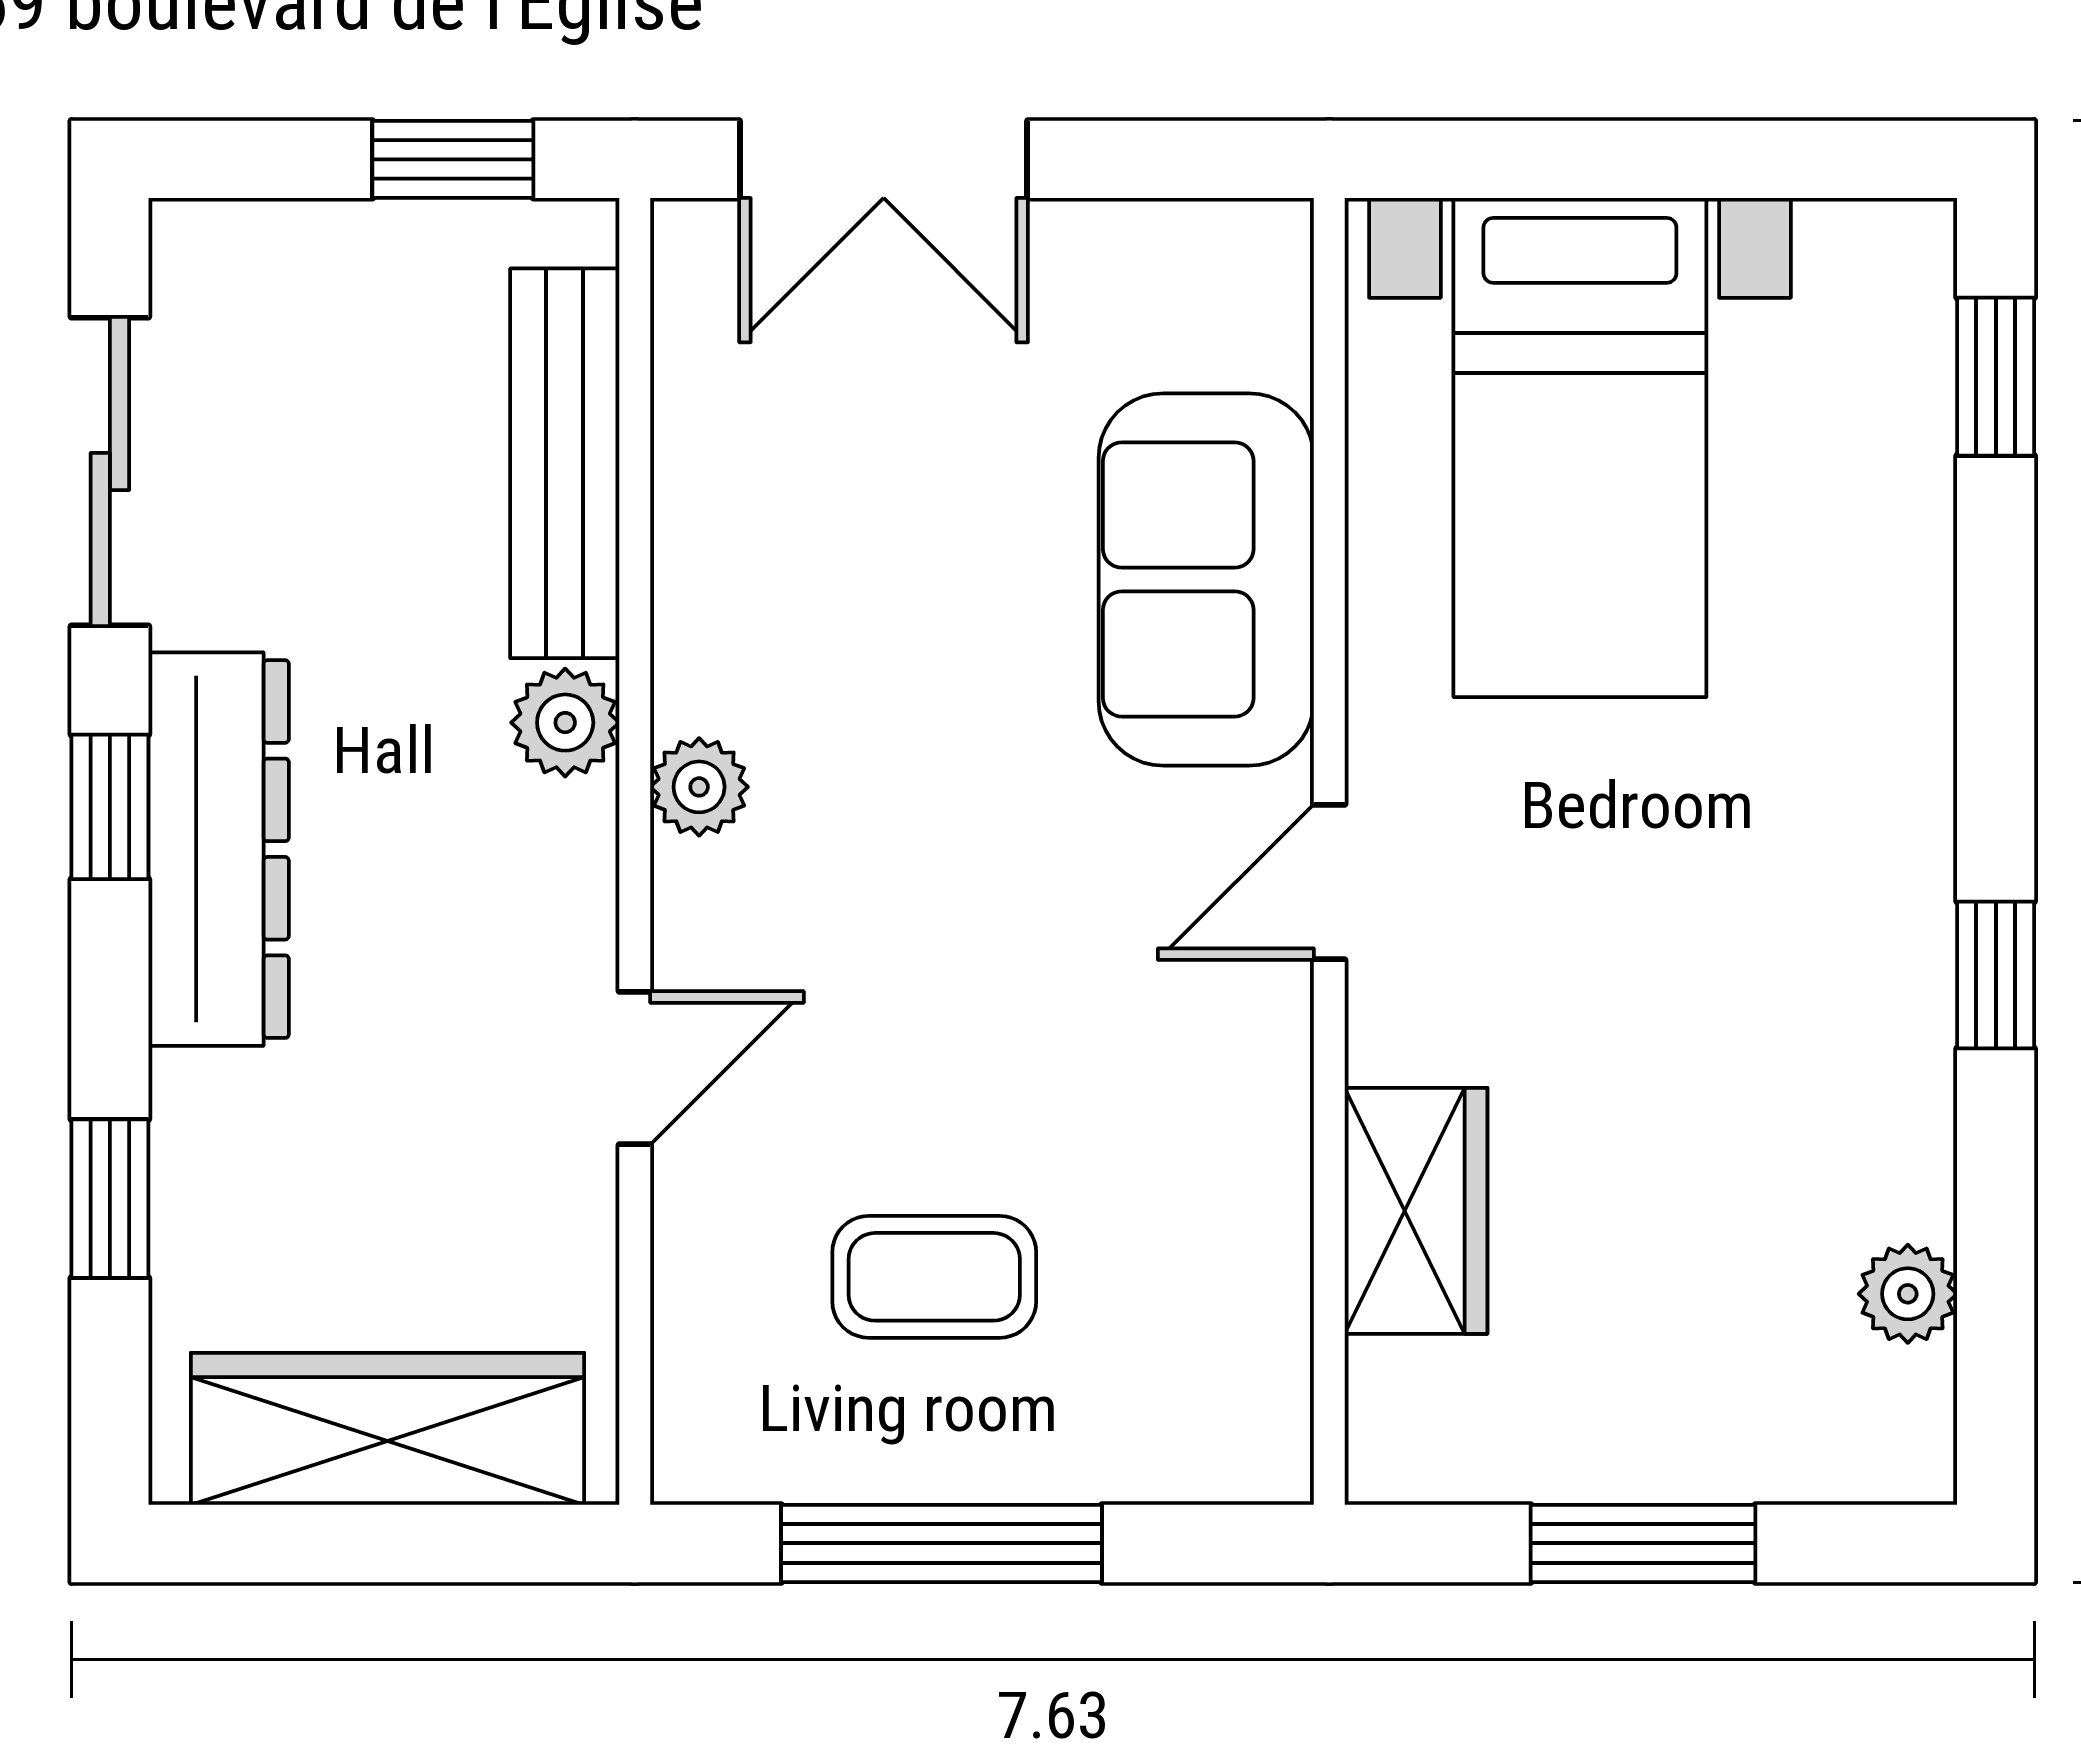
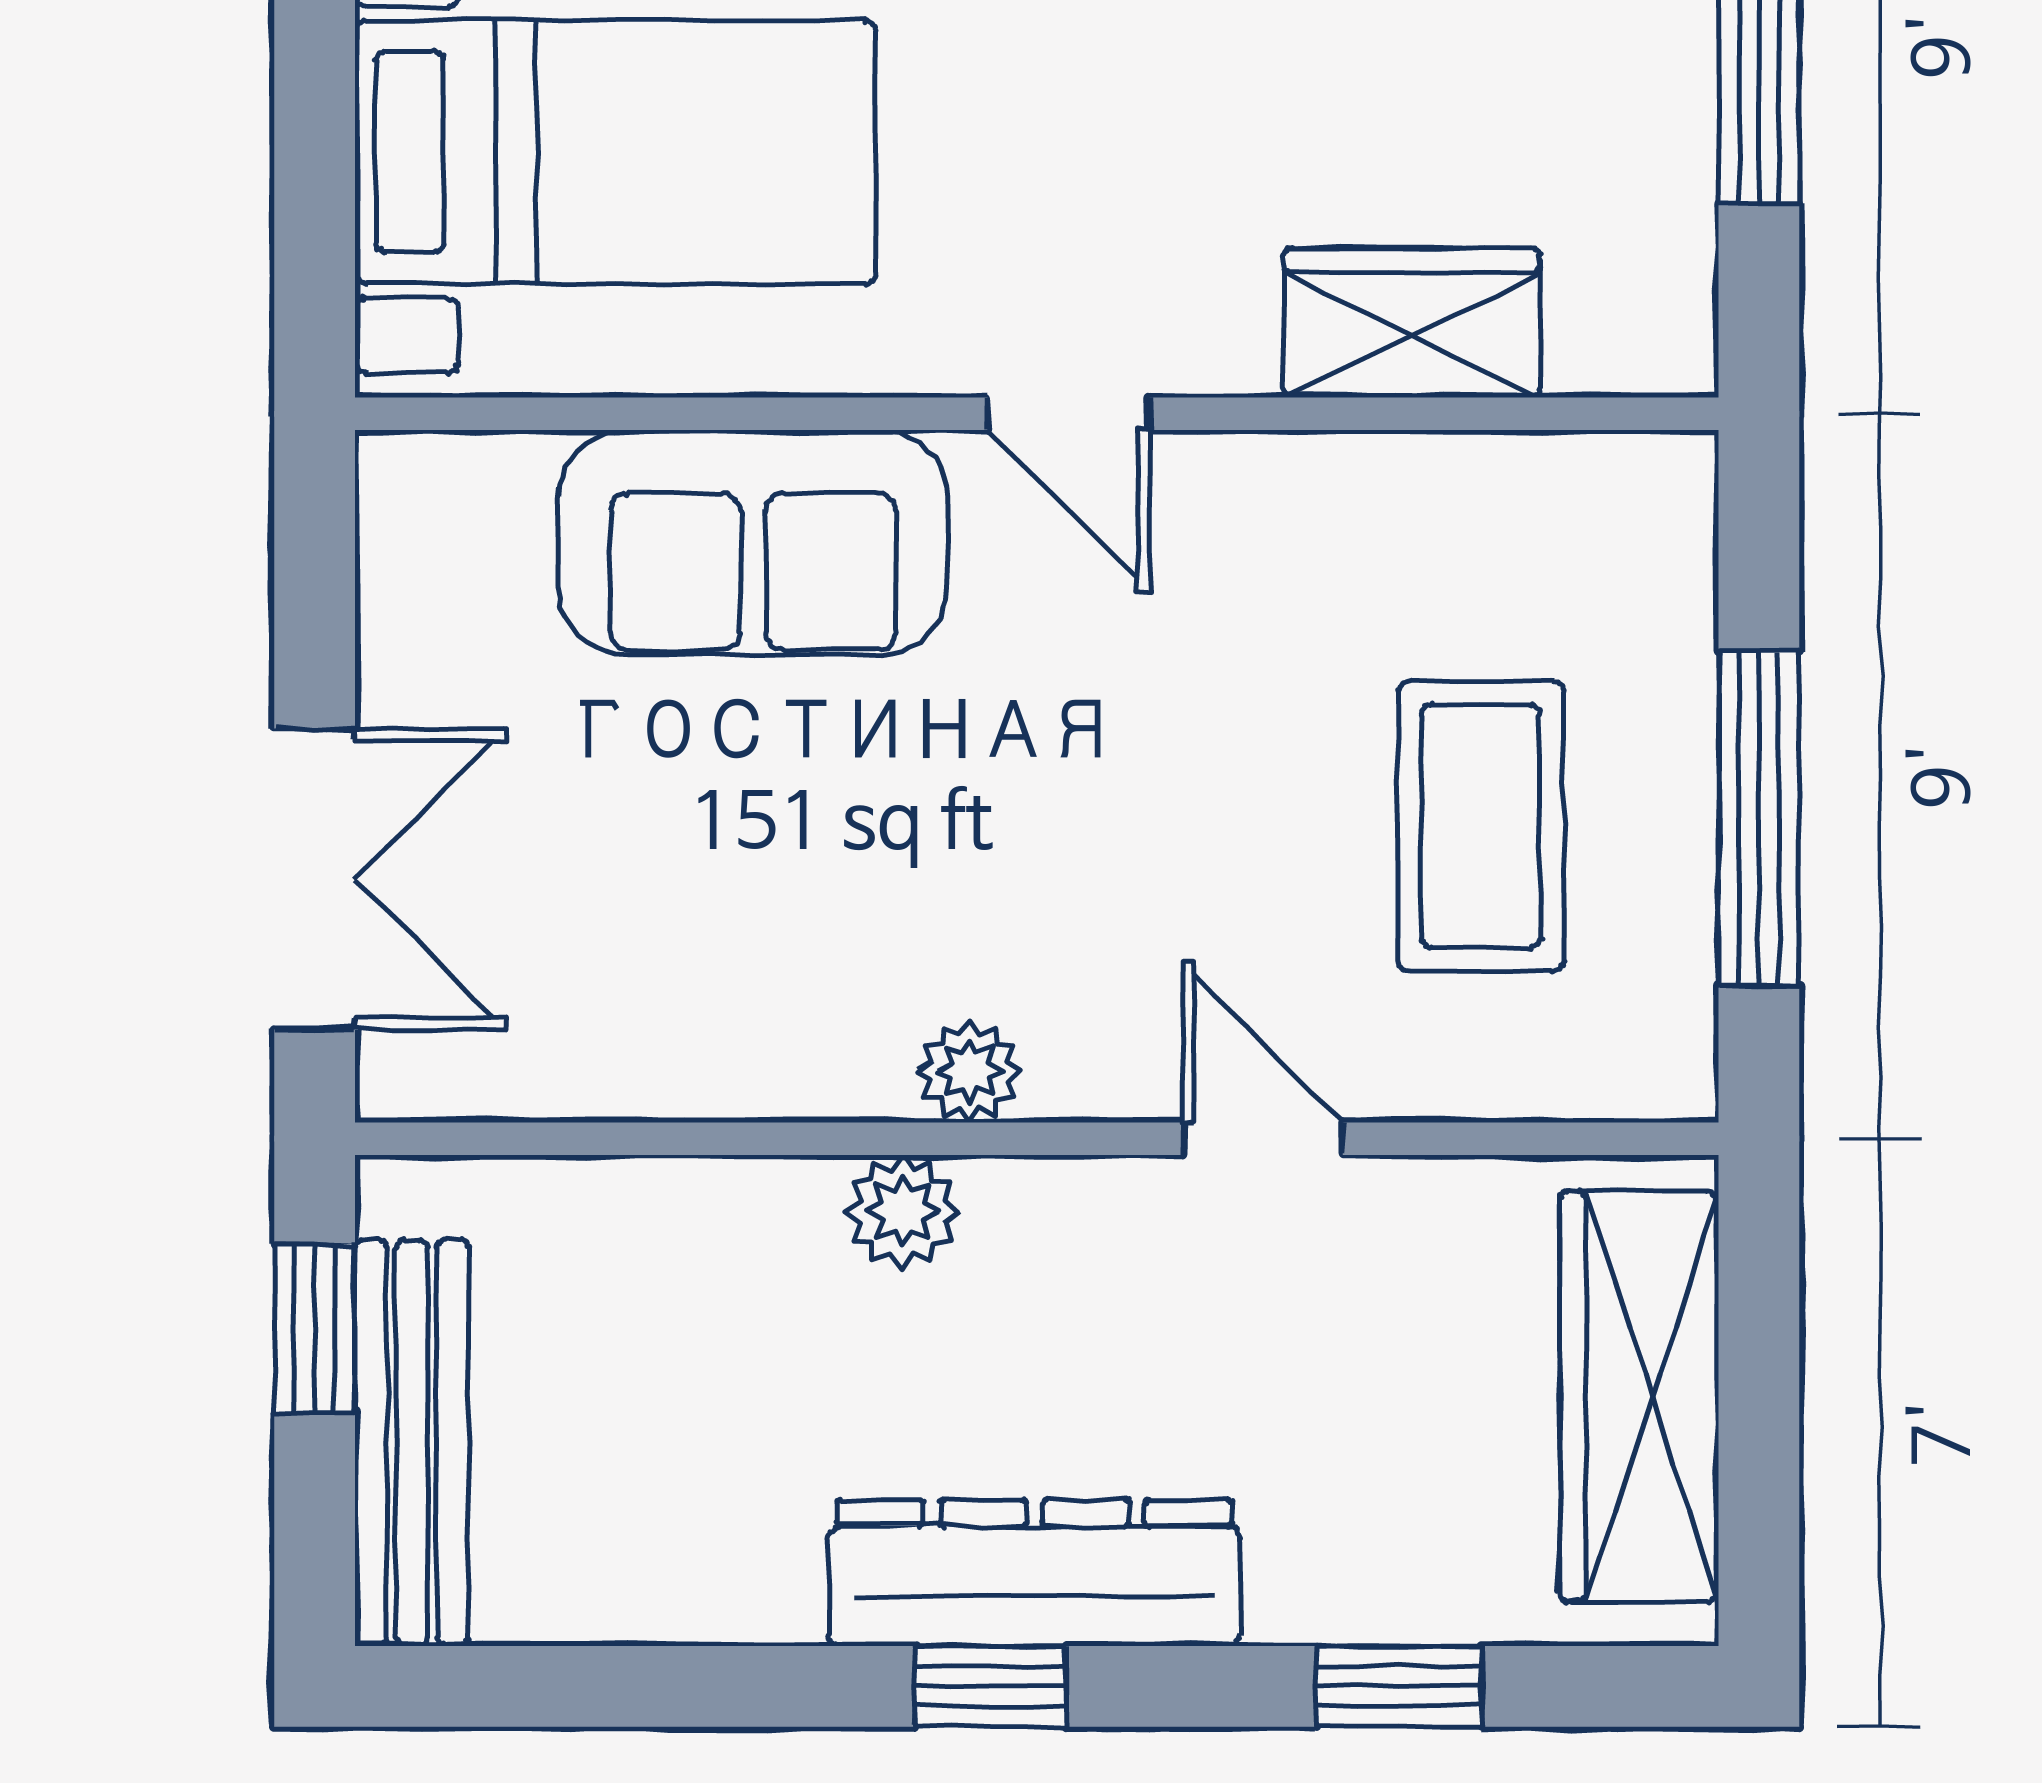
bench: (565, 463) -> (412, 1443), moved, turned 90
sliding door: (110, 471) -> (640, 1686), removed
coffee table: (934, 1277) -> (1481, 826), width x1.36, depth x1.30

